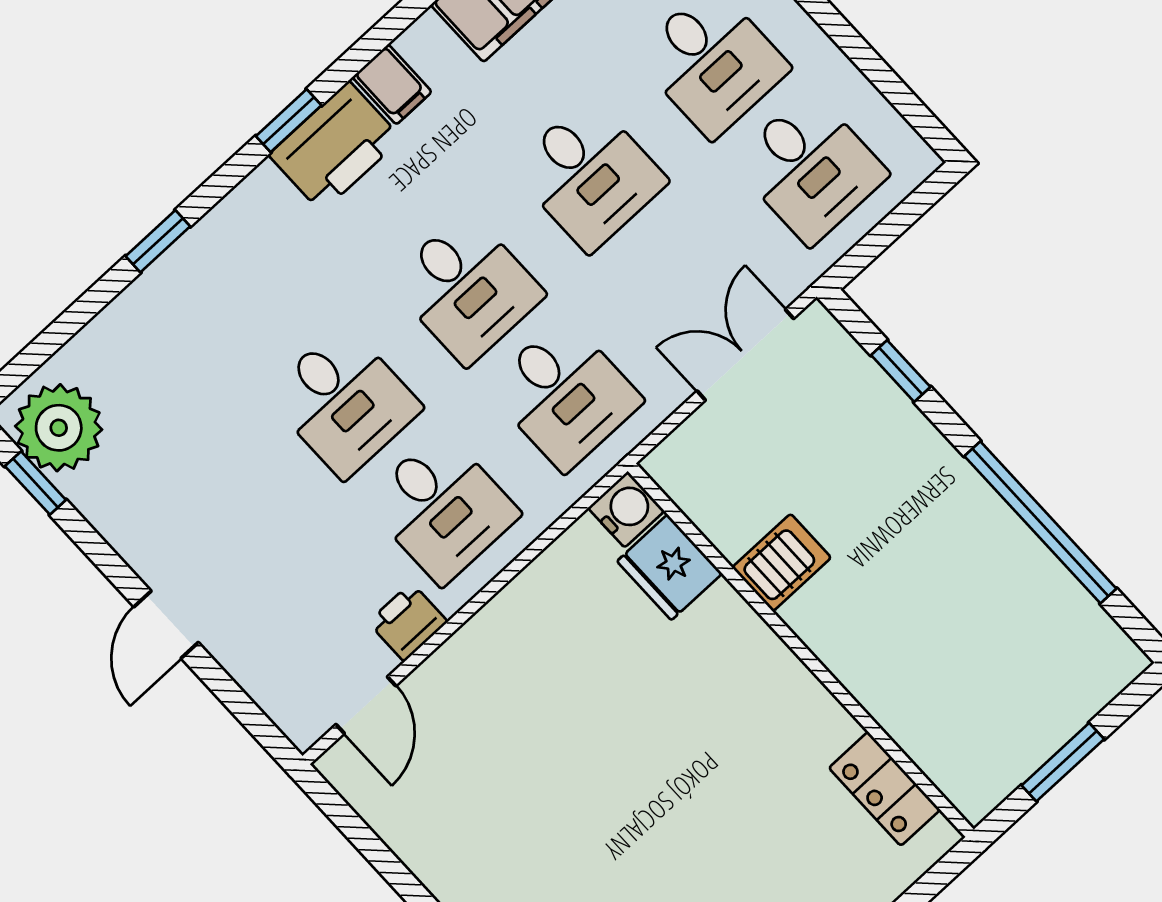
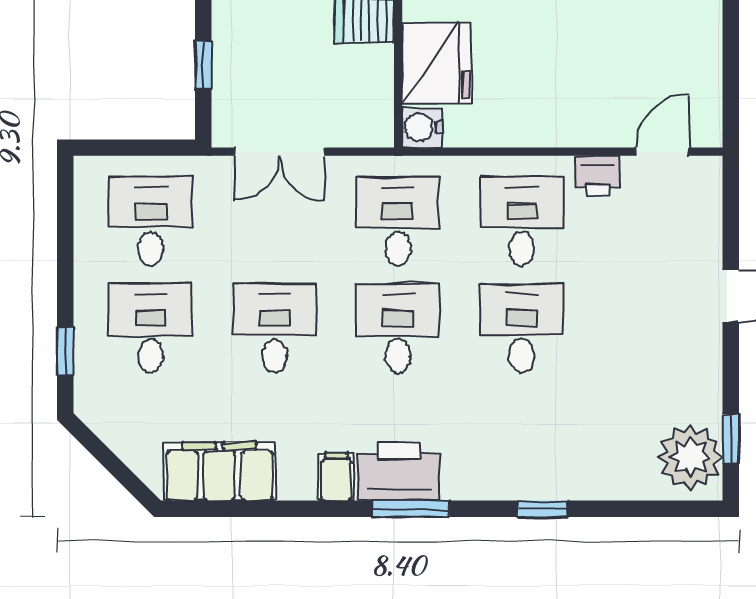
window: (289, 121) -> (411, 509), width x1.50
fridge: (669, 567) -> (437, 63), width x1.36, depth x1.34

